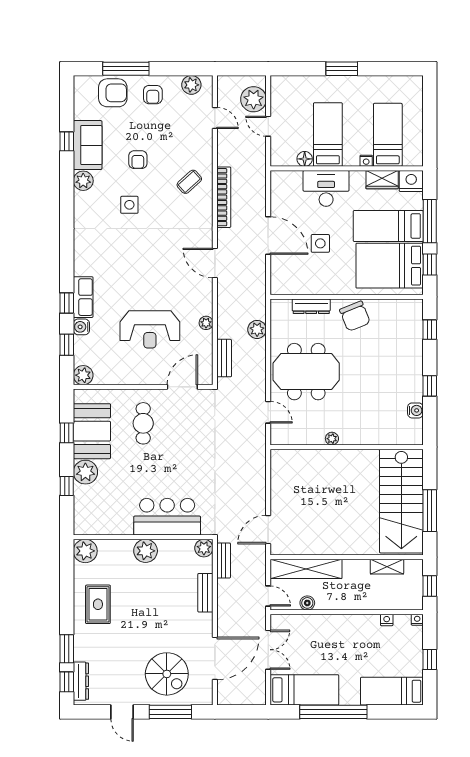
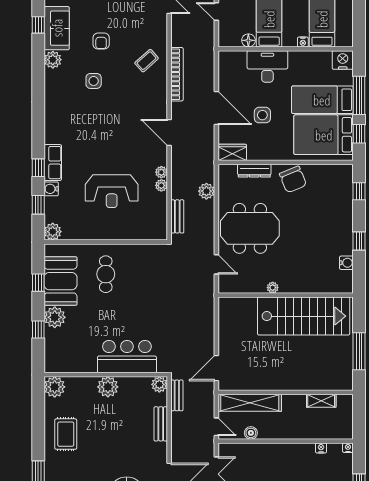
wardrobe: (382, 180) -> (232, 152), moved, turned 180
plant: (206, 308) -> (161, 172), added
door: (182, 387) -> (140, 242), removed
stairs: (401, 501) -> (304, 316), moved, turned -90
window: (430, 586) -> (359, 418), removed

